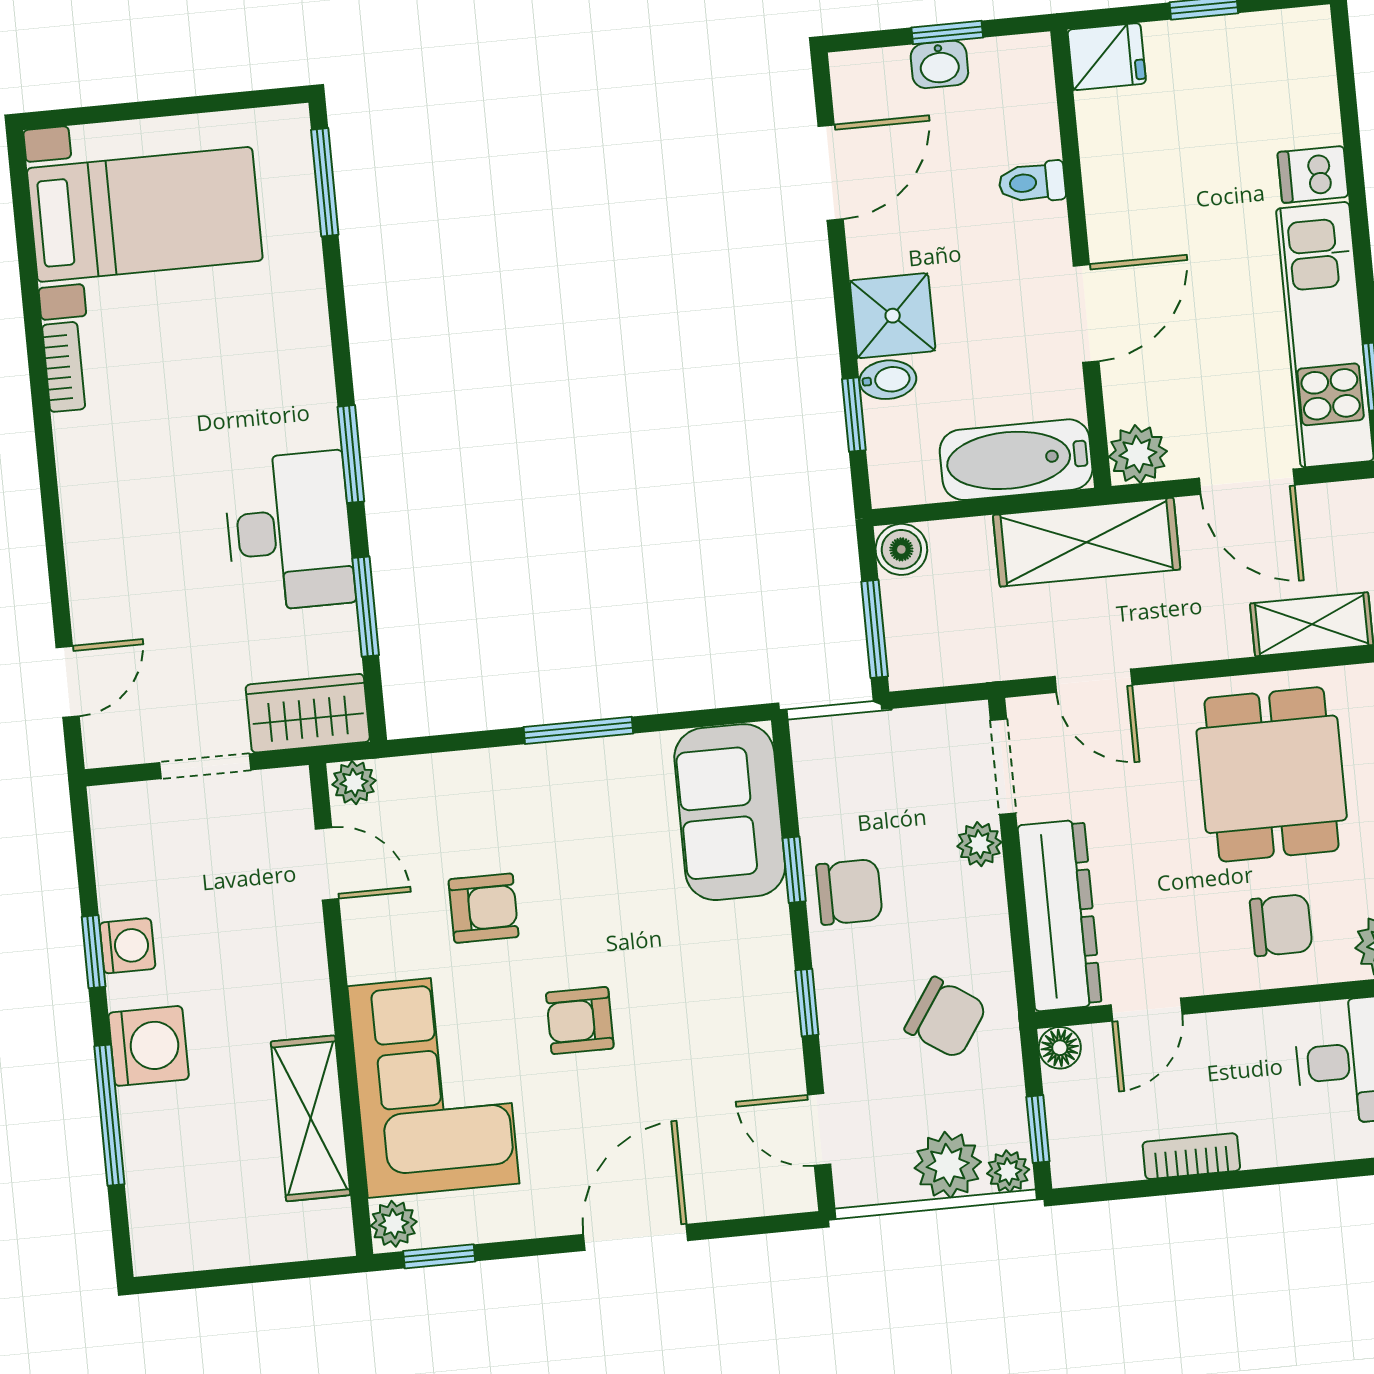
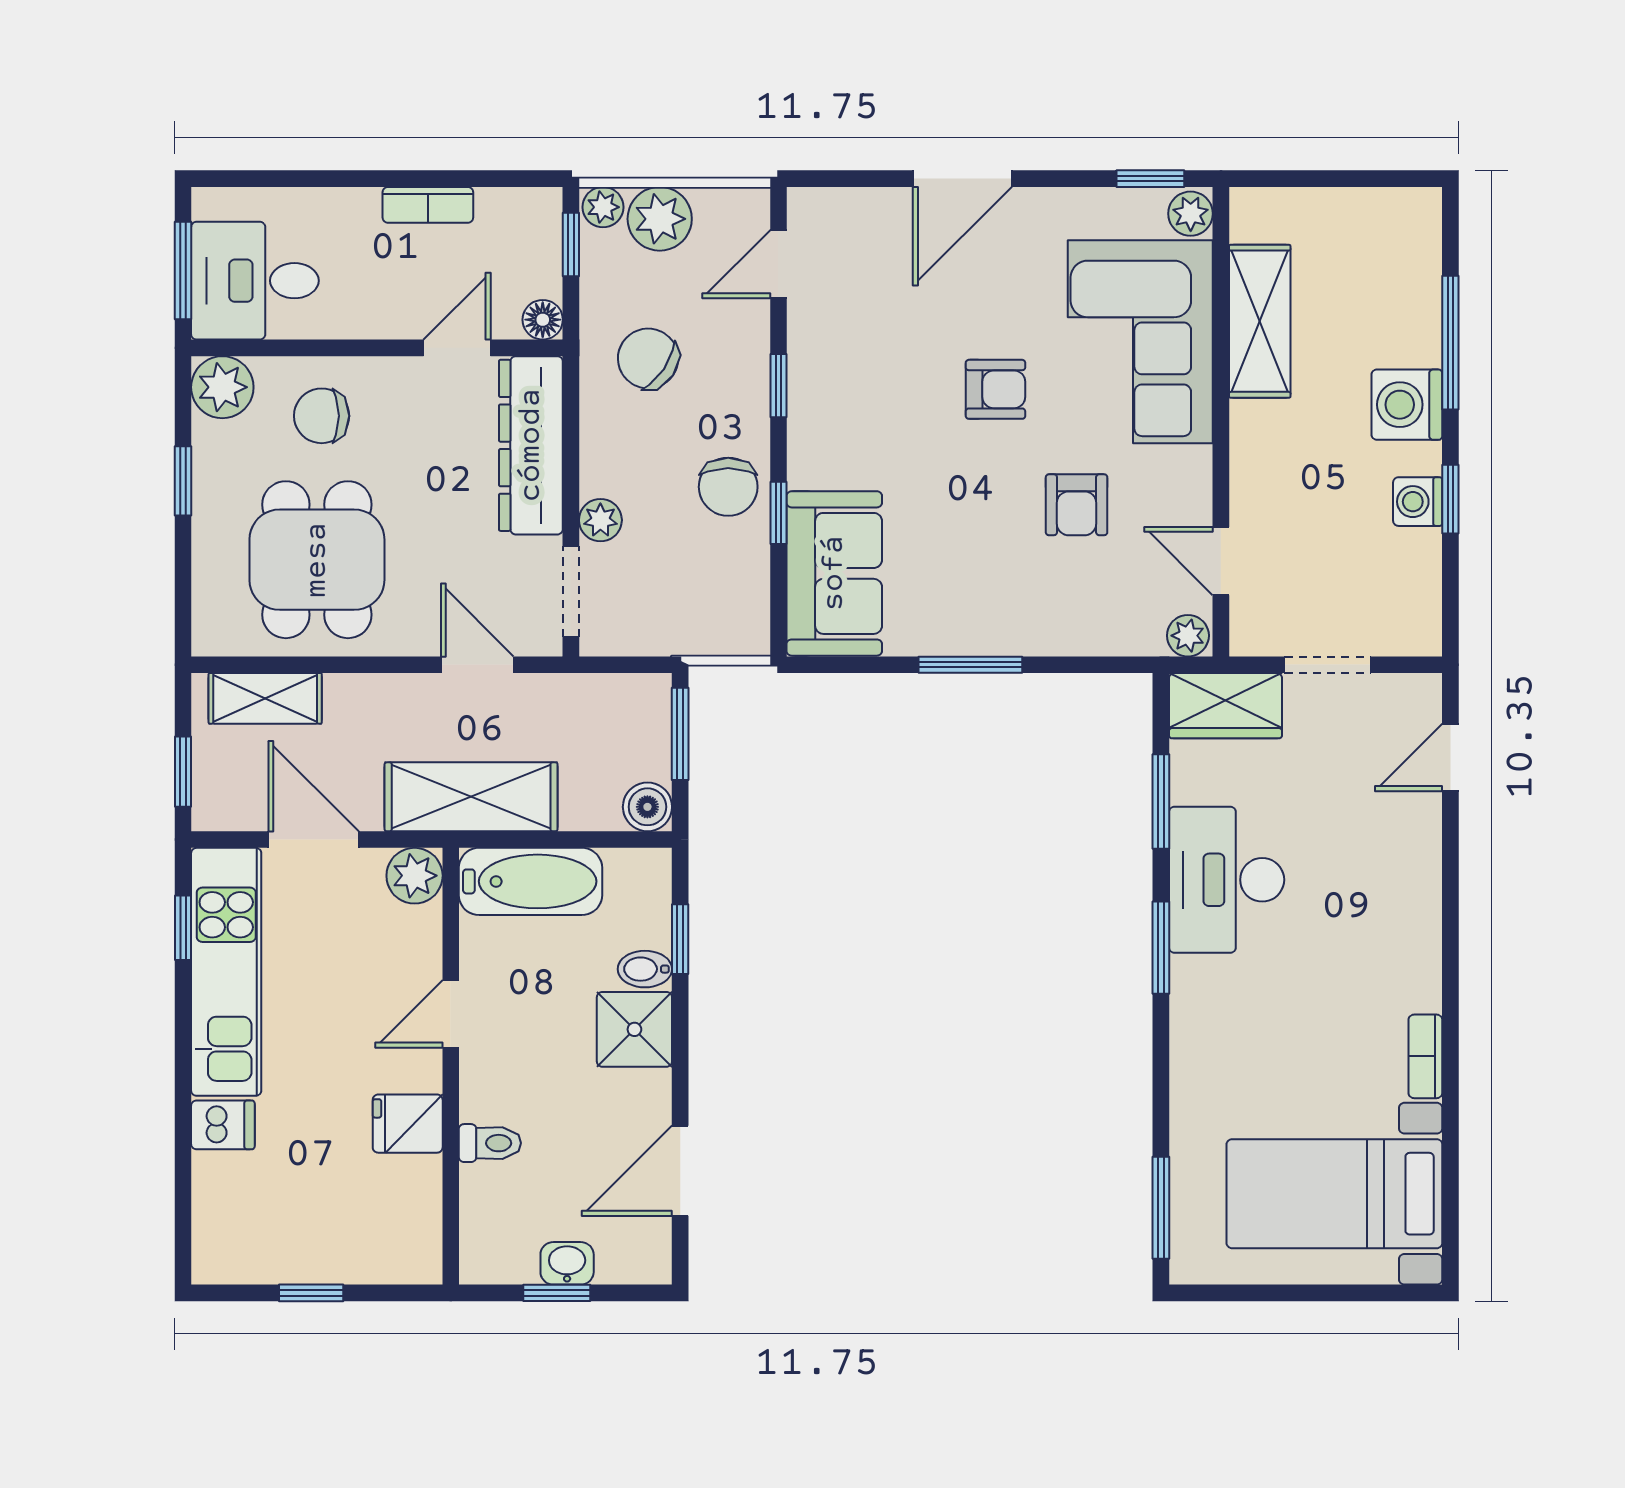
fridge: (1107, 57) -> (408, 1124), moved
door: (1086, 313) -> (451, 1014), width x0.73
chair: (849, 892) -> (728, 487), turned -90
armchair: (484, 908) -> (1077, 505), turned -90
door: (819, 1130) -> (778, 264), swing flipped

